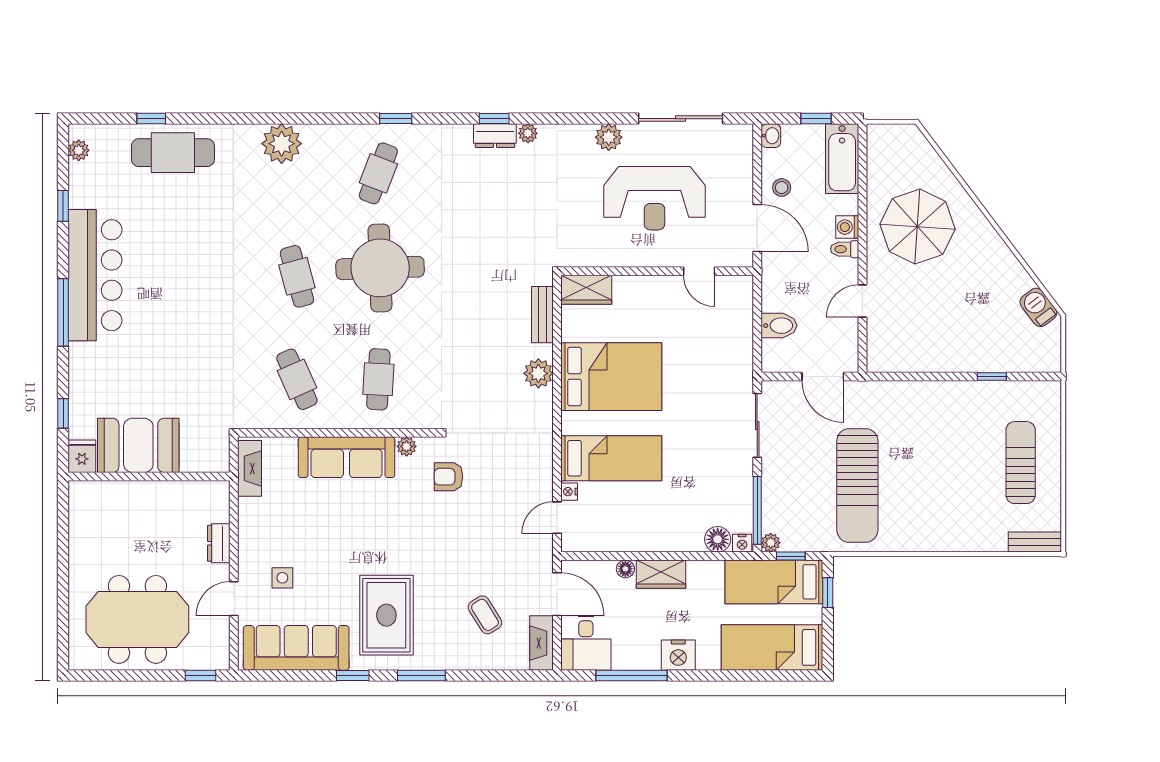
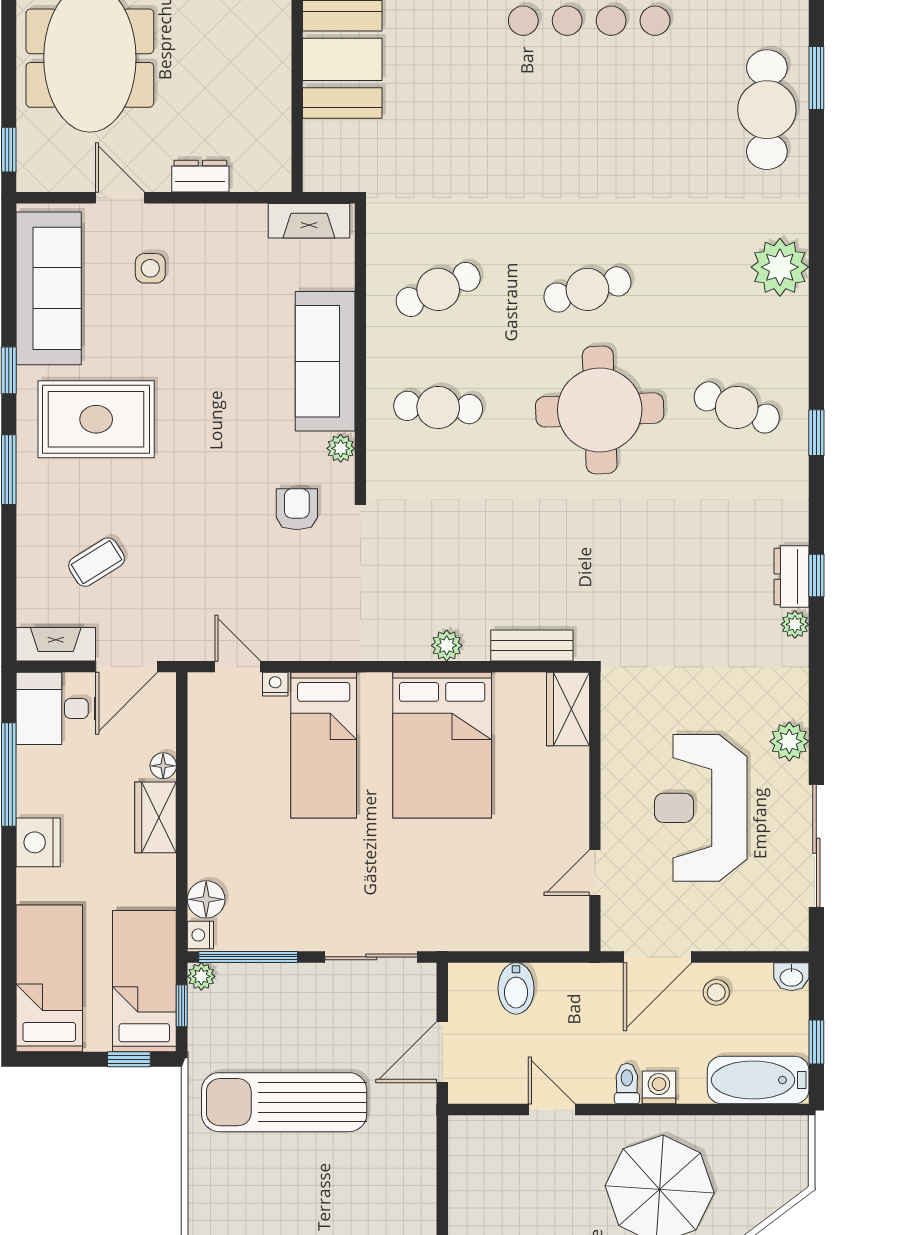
window: (151, 119) -> (816, 78), width x1.50
plant: (538, 373) -> (447, 645), width x0.73, depth x0.73

